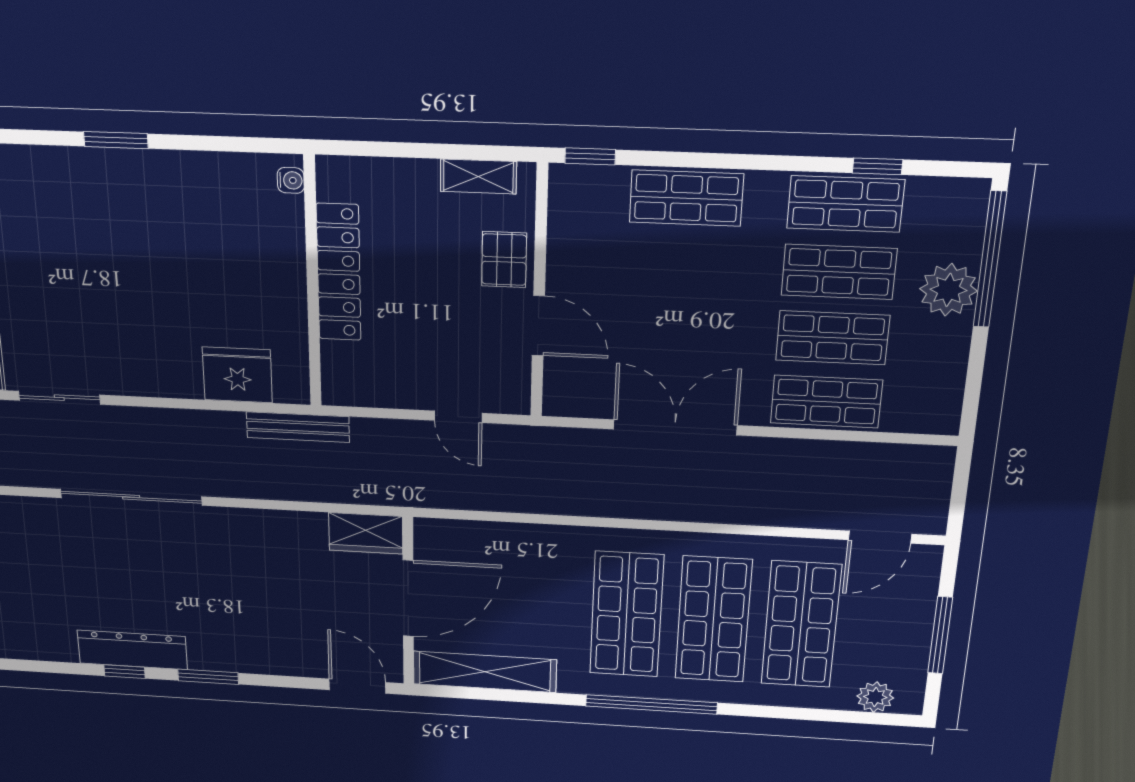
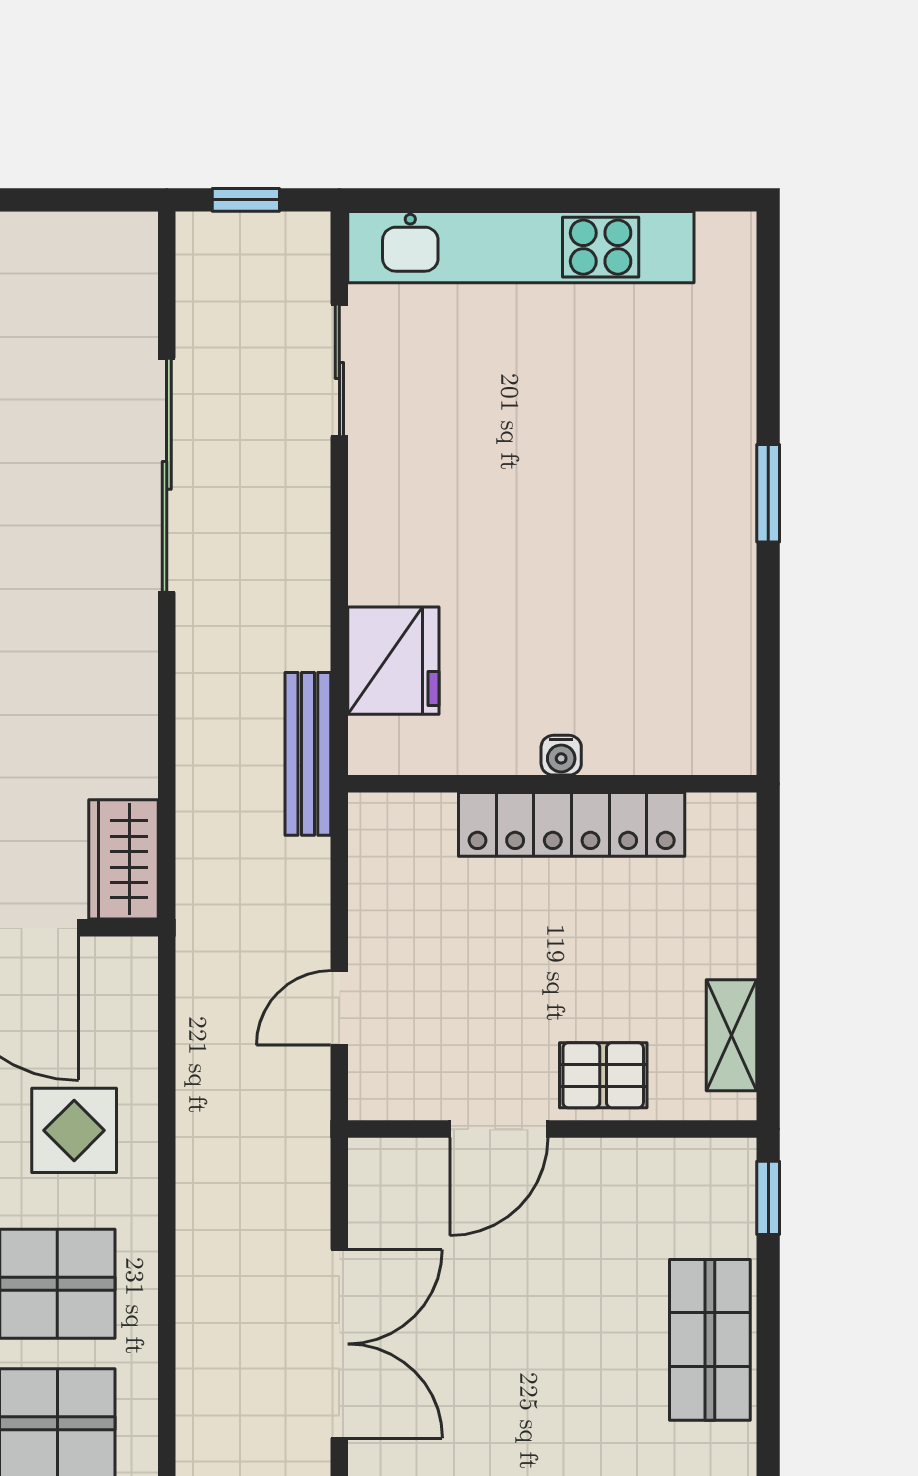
water cooler: (291, 180) -> (561, 755), moved
display table: (533, 569) -> (74, 1130), added

